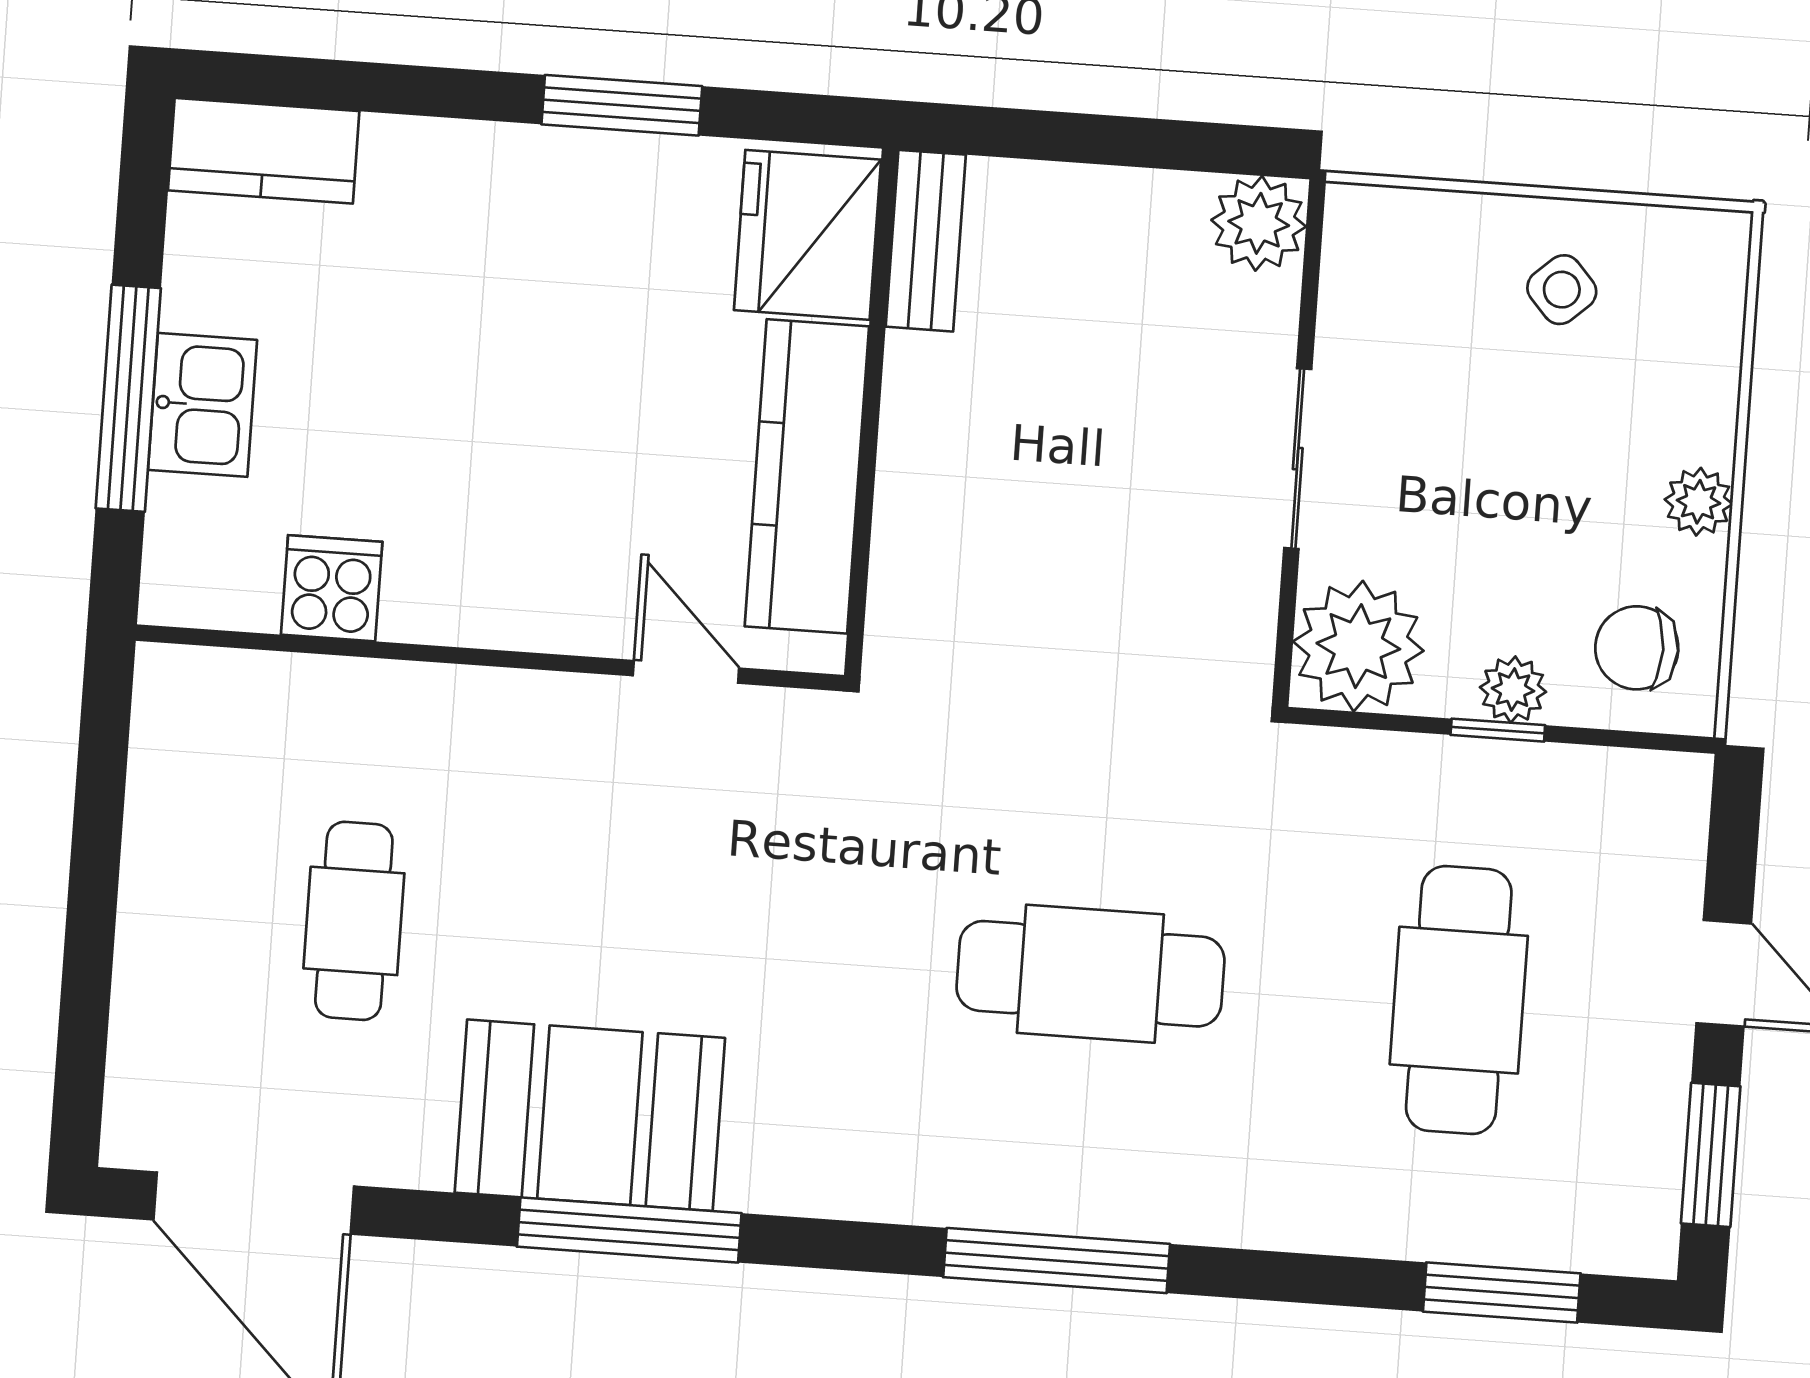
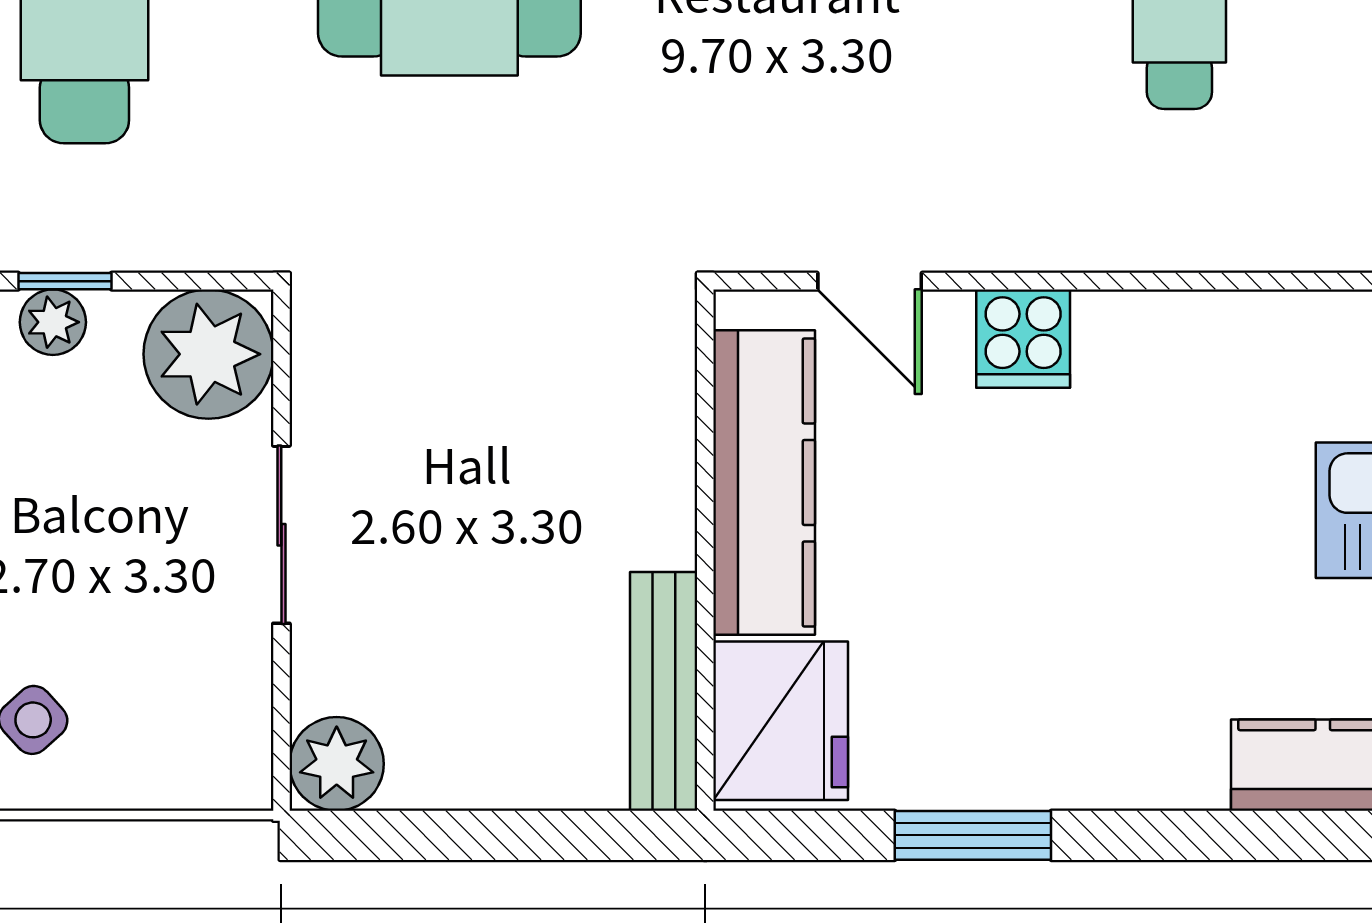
bench: (926, 241) -> (664, 691), width x1.36
cooker: (332, 588) -> (1023, 339), moved

